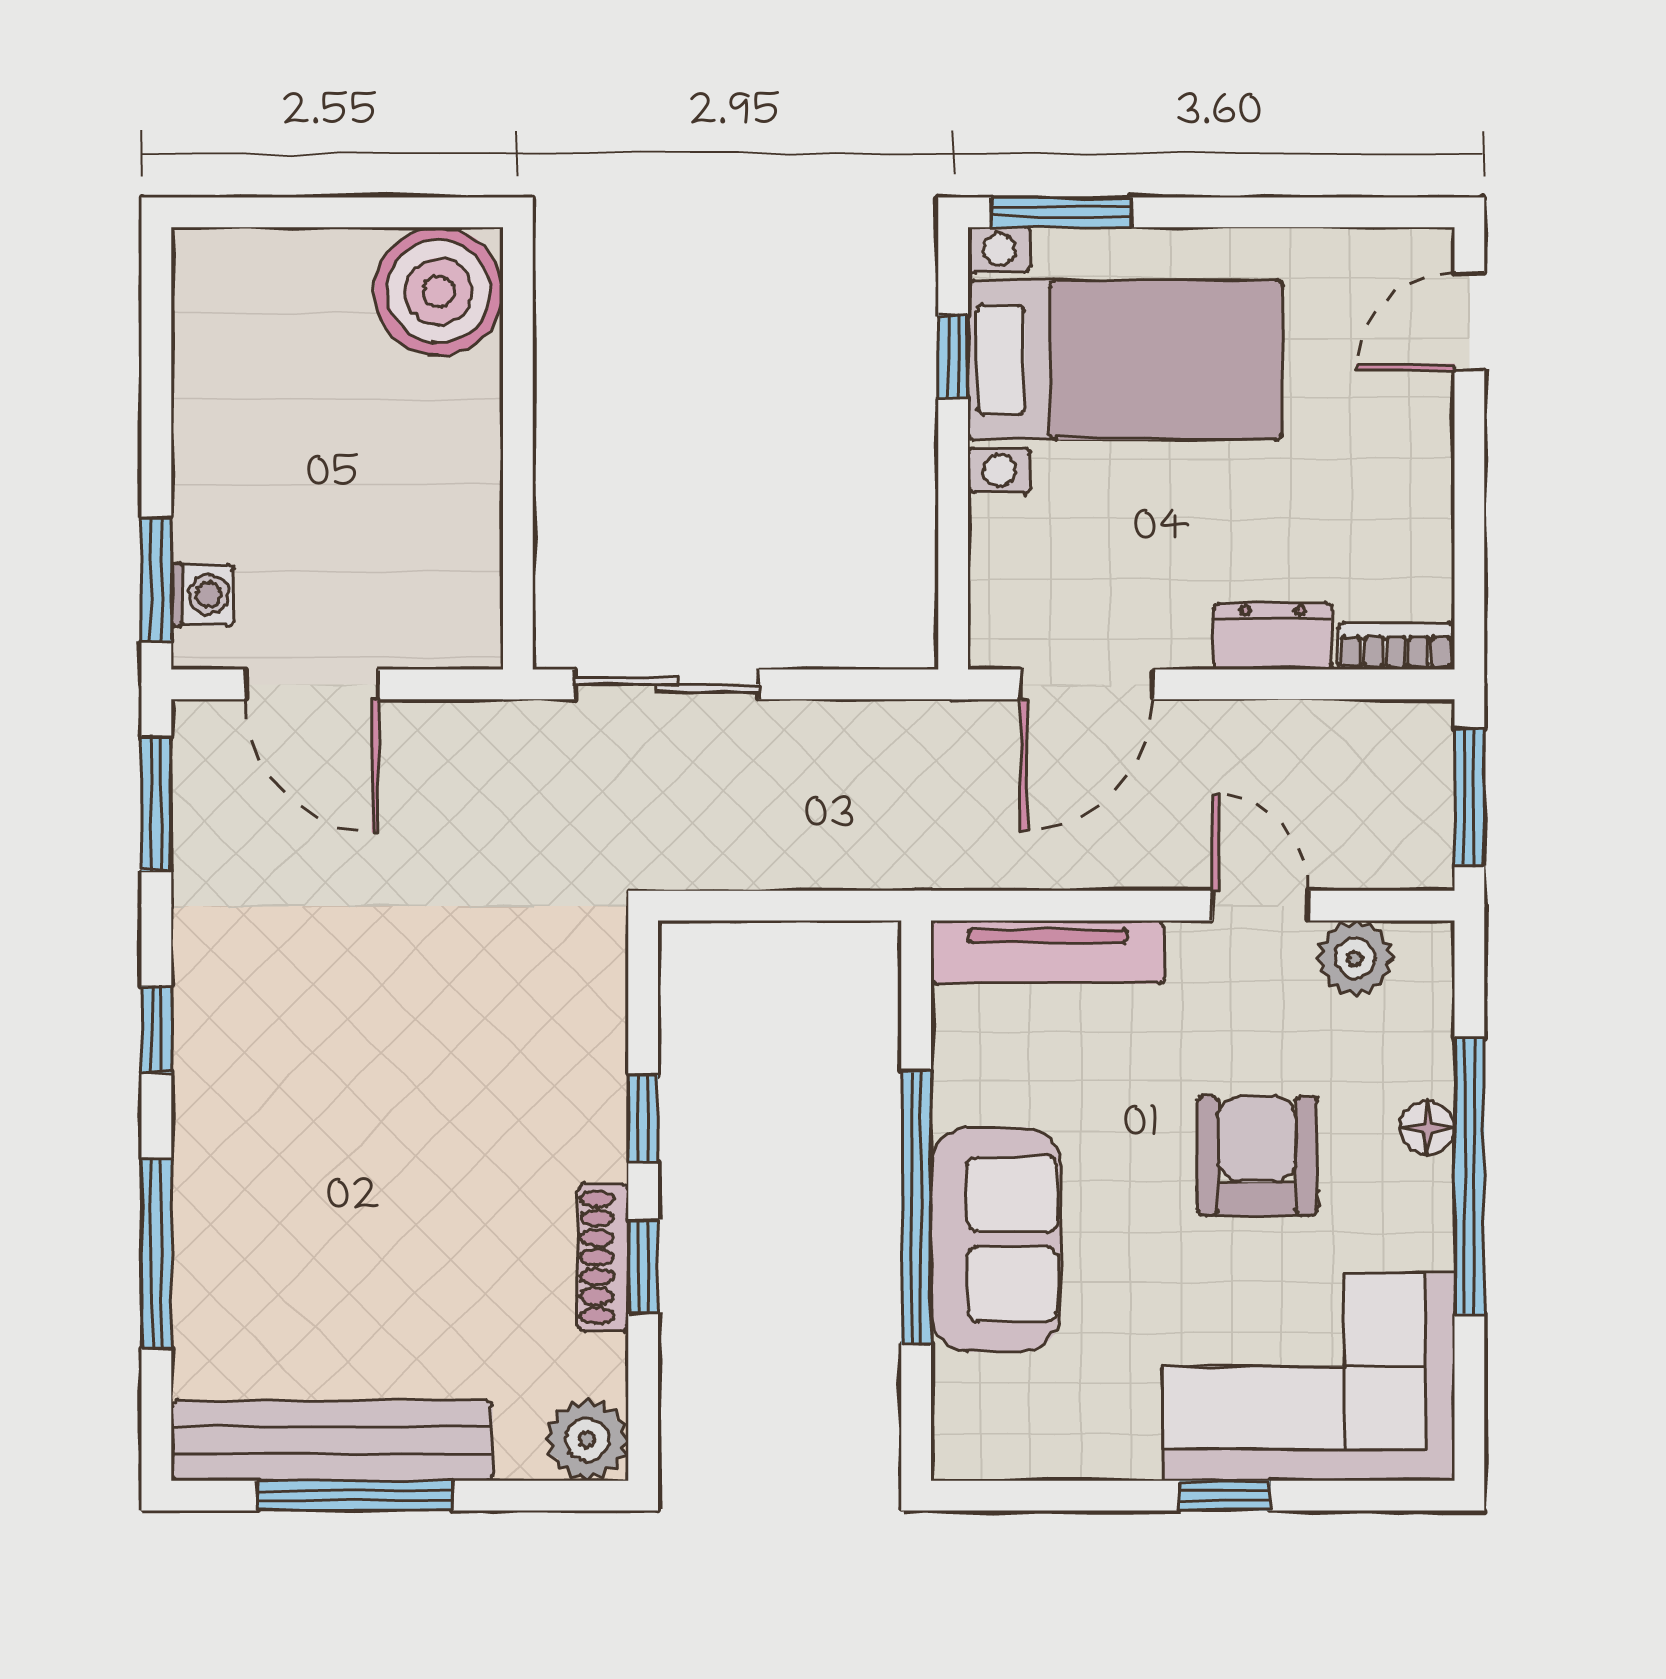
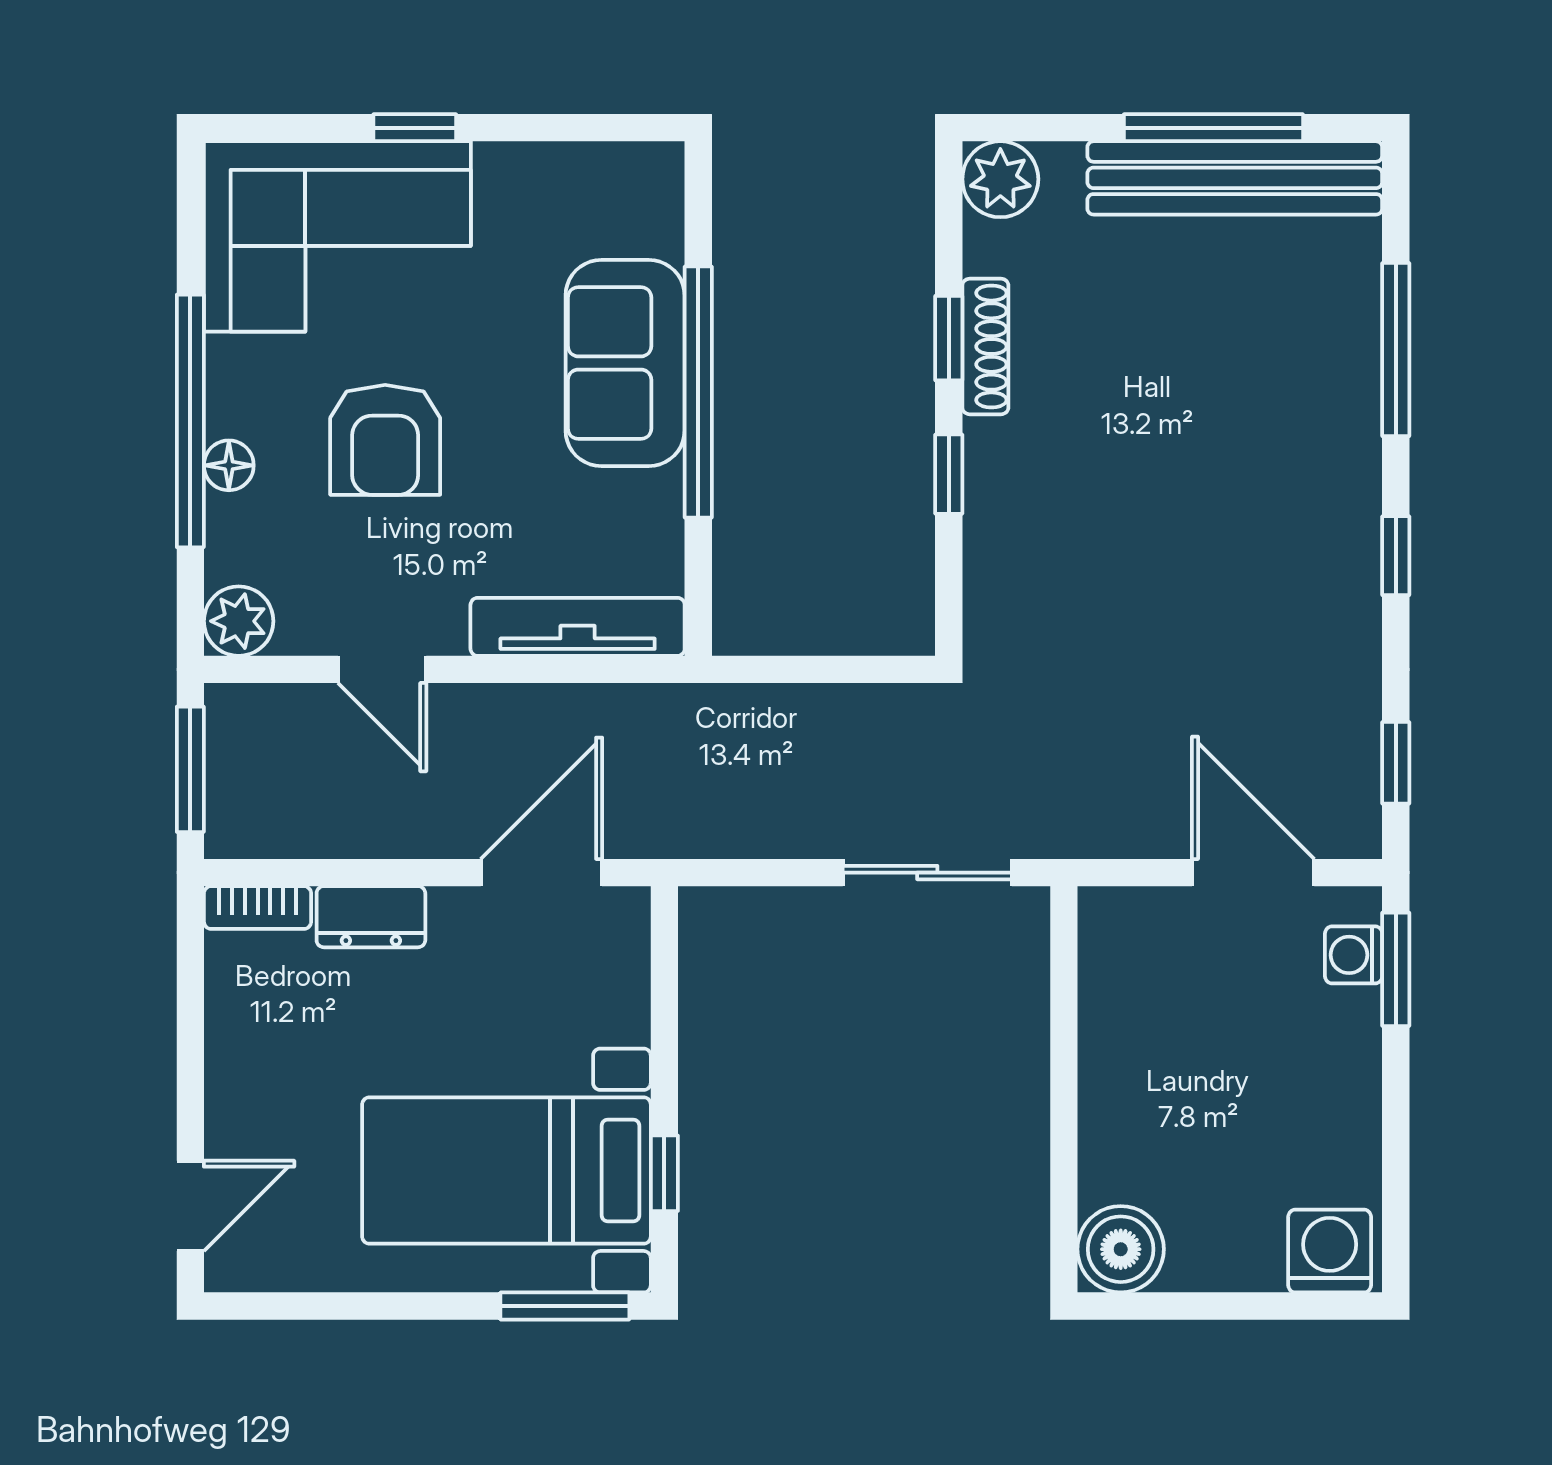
washing machine: (228, 272) -> (1330, 1251), added
boiler: (439, 291) -> (1121, 1249), width x0.73, depth x0.73
window: (156, 804) -> (1396, 763), width x0.67
plant: (1355, 958) -> (239, 621), moved

